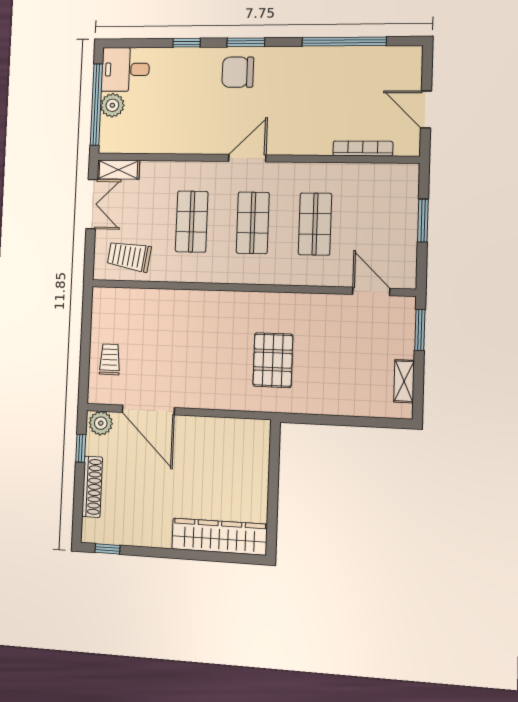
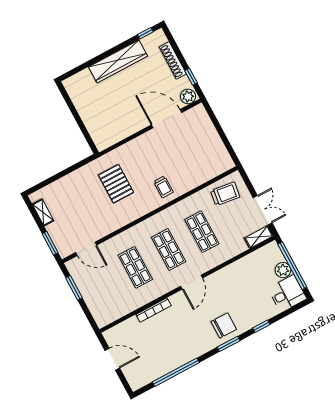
bookcase: (363, 148) -> (154, 310), moved
double door: (92, 204) -> (263, 210), swing flipped
window: (423, 220) -> (74, 288), moved
trolley: (110, 359) -> (163, 187), moved
wardrobe: (219, 537) -> (118, 61), moved

